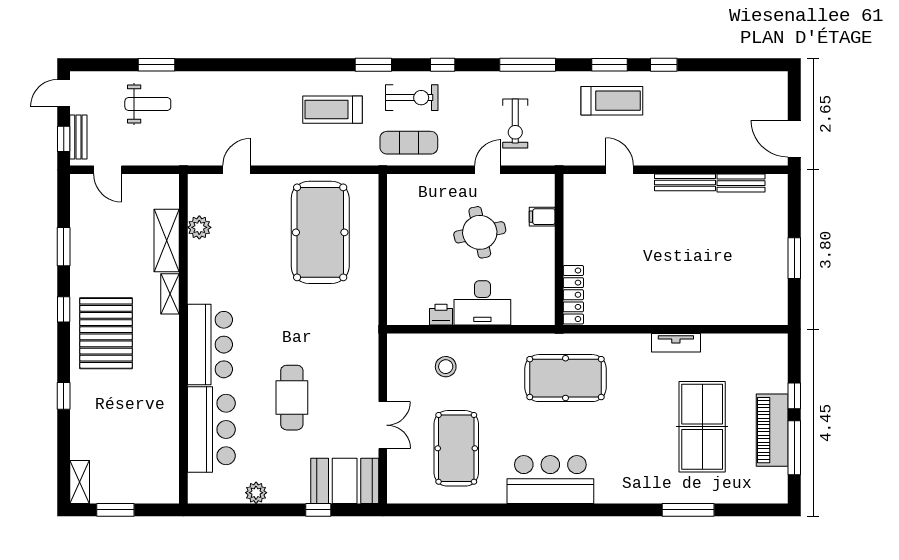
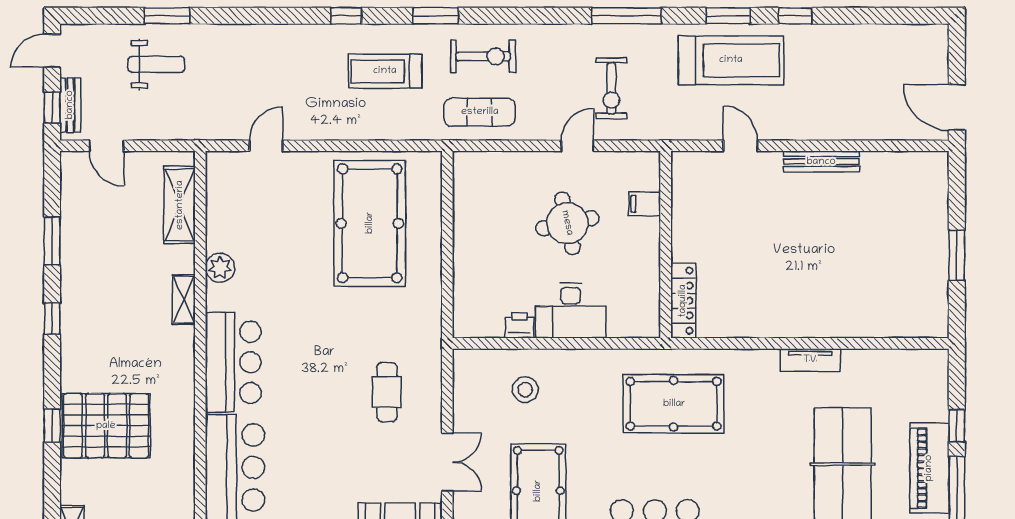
window: (443, 65) -> (346, 16), moved
treadmill: (612, 101) -> (731, 60), width x1.37, depth x1.38
bench: (741, 183) -> (891, 162), removed
plant: (199, 227) -> (220, 268), moved
shelving: (167, 241) -> (180, 205), moved
pallet: (106, 333) -> (106, 426), moved, turned 90
cafe table: (292, 398) -> (387, 392), moved, width x0.73, depth x0.74

